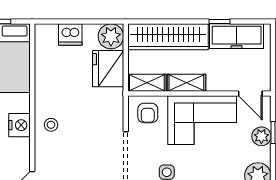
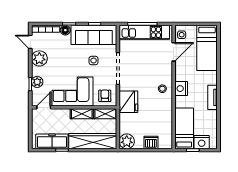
fridge: (108, 69) -> (128, 102), moved
door: (250, 93) -> (44, 107), hinge flipped

